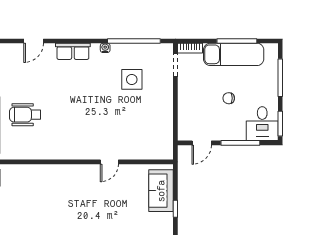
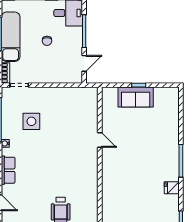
door: (202, 143) -> (84, 63), hinge flipped
sofa: (161, 191) -> (136, 97), moved

